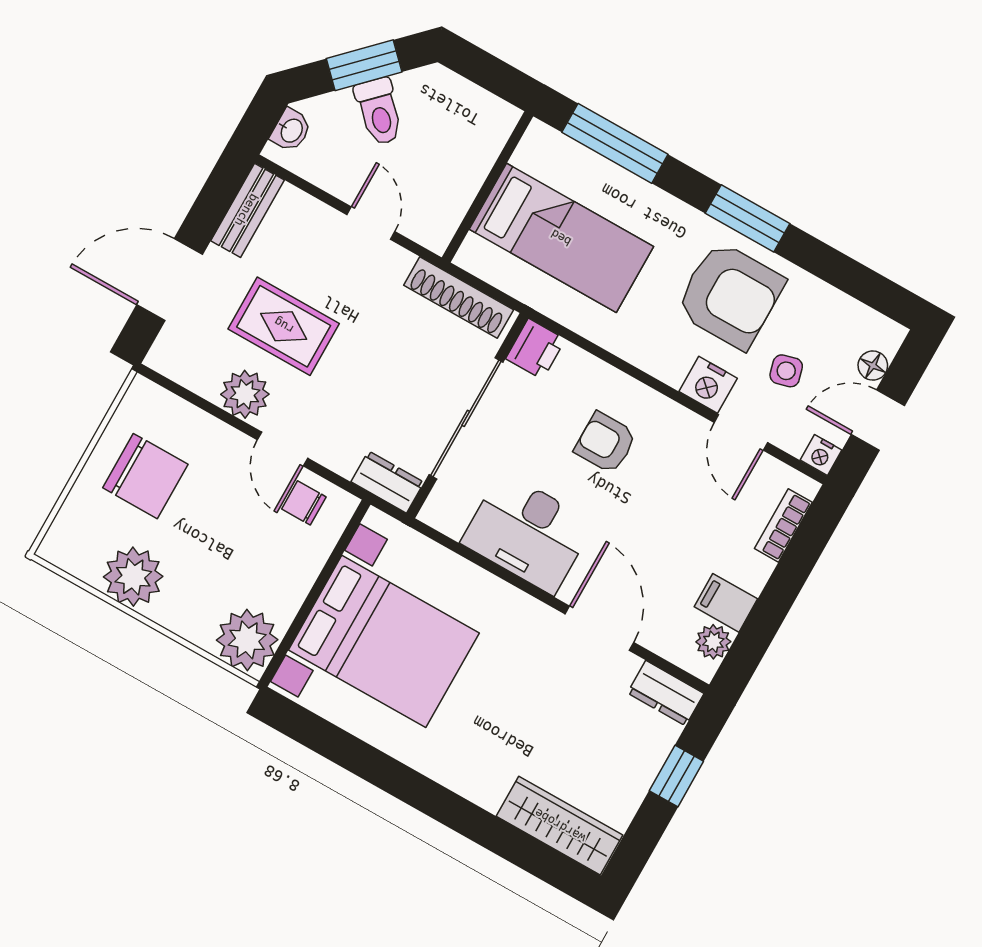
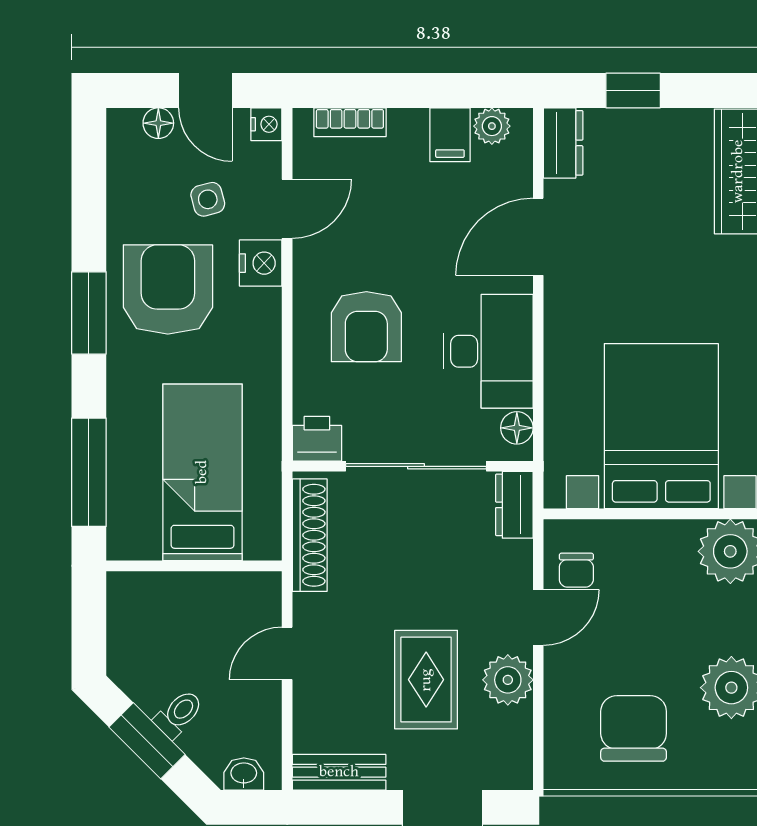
toilet: (379, 112) -> (179, 714), width x0.73, depth x0.72
armchair: (606, 443) -> (366, 327), width x1.38, depth x1.38
floor lamp: (450, 520) -> (517, 428), added

